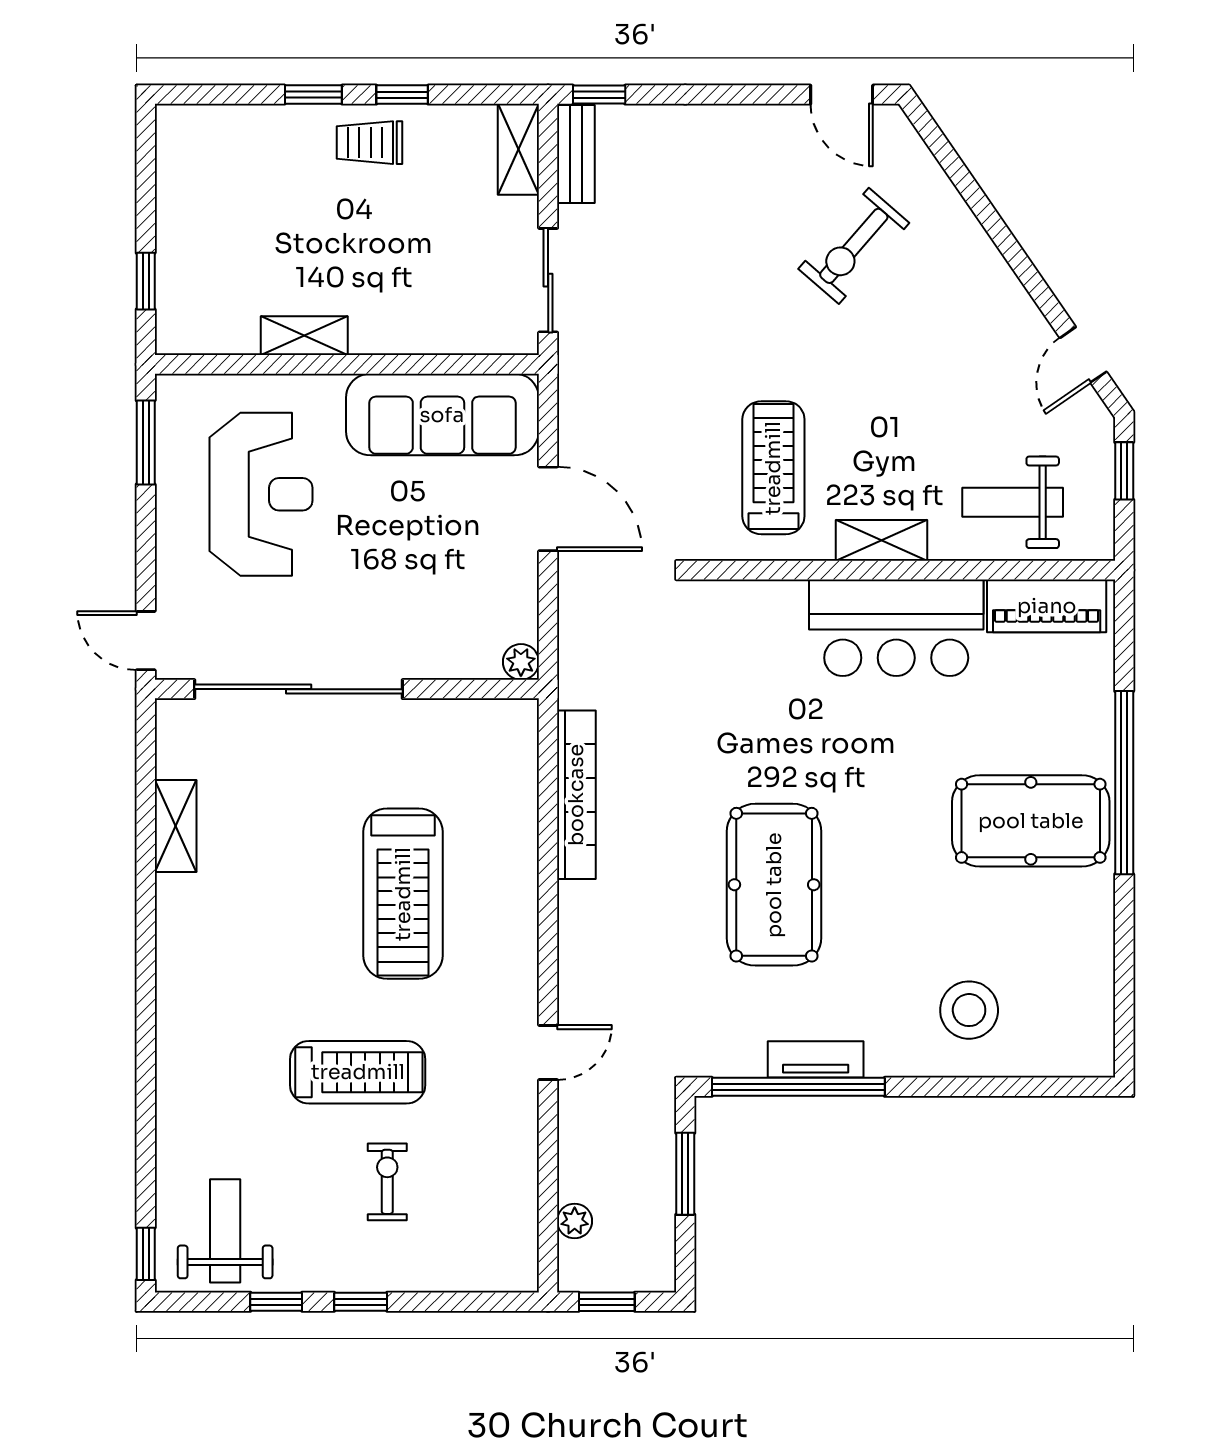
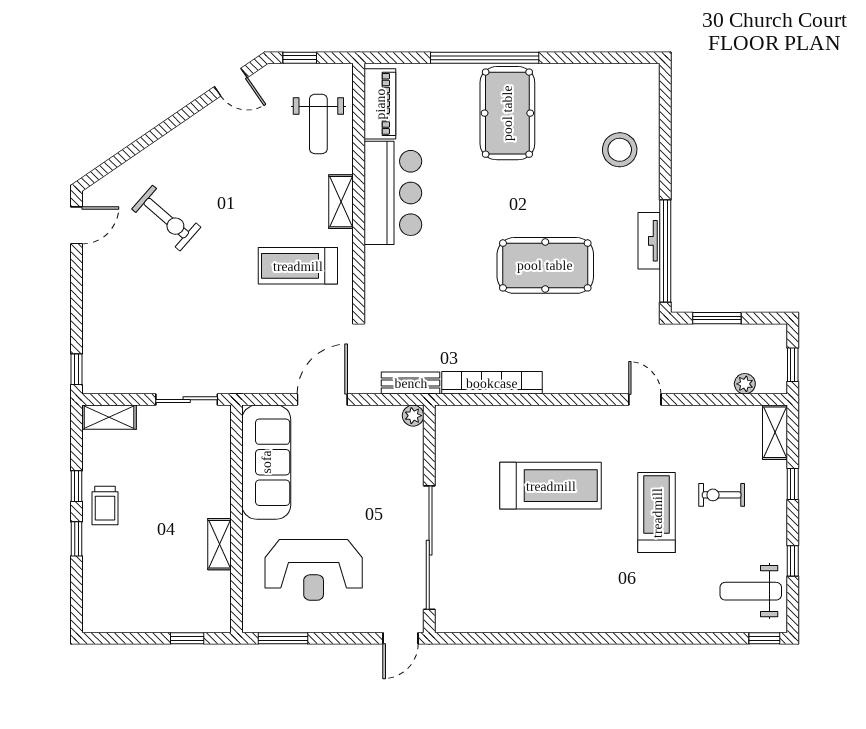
bench: (576, 154) -> (411, 383), moved
reception desk: (261, 494) -> (314, 570), turned 180
shelving: (176, 826) -> (775, 432), moved, turned 90
window: (361, 1302) -> (793, 484), moved

